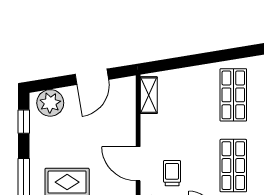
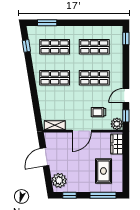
door: (92, 77) -> (45, 157), swing flipped
door: (138, 164) -> (82, 131), moved

